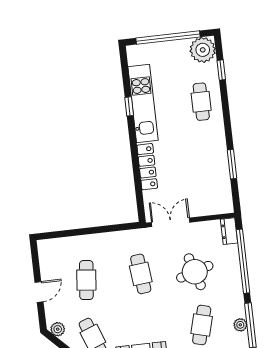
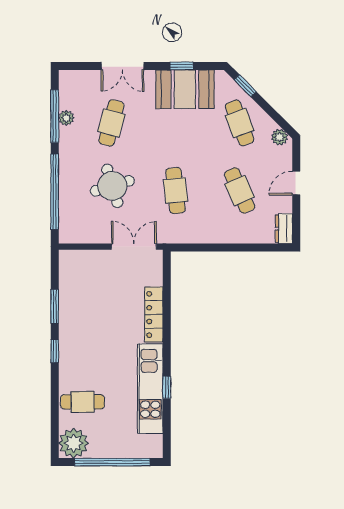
window: (221, 70) -> (55, 351), moved
cafe table: (201, 102) -> (83, 402), moved, turned 90
double door: (171, 222) -> (134, 247), swing flipped
dresser: (229, 231) -> (284, 229), moved, turned 180
cafe table: (86, 280) -> (240, 191), turned -30

